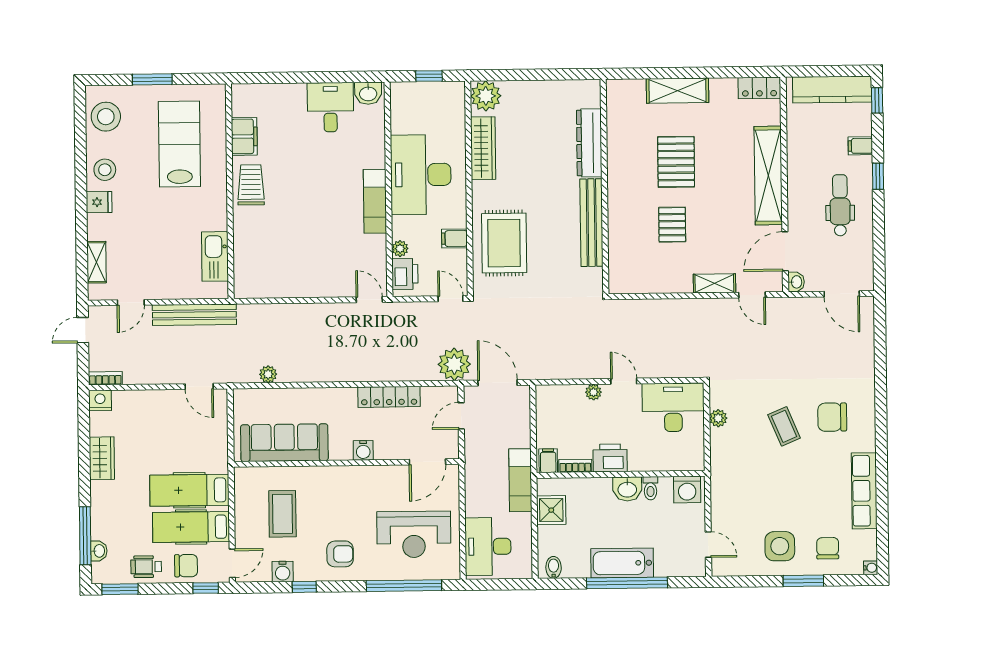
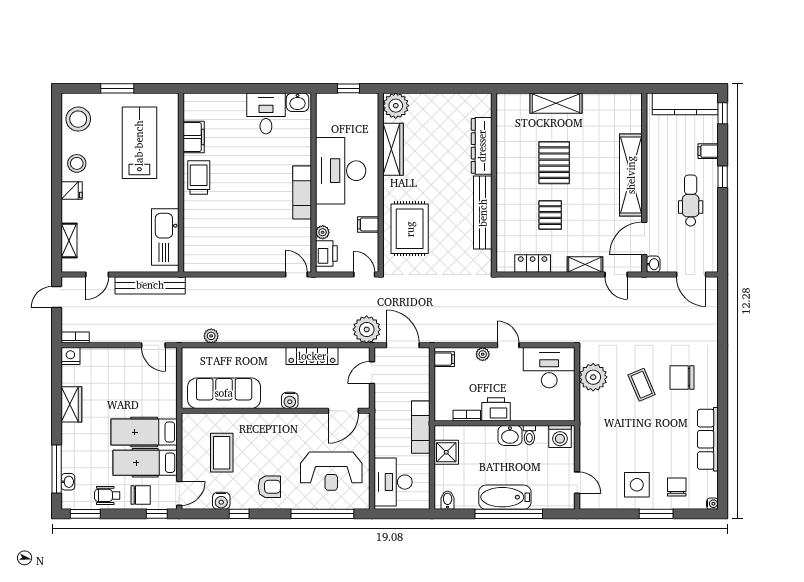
locker: (759, 88) -> (533, 264), moved, turned 180
kitchen sink: (215, 256) -> (165, 237), width x1.36, depth x1.24
plant: (718, 418) -> (593, 377), width x1.88, depth x1.88
filing cabinet: (548, 461) -> (444, 359), moved, turned 90

